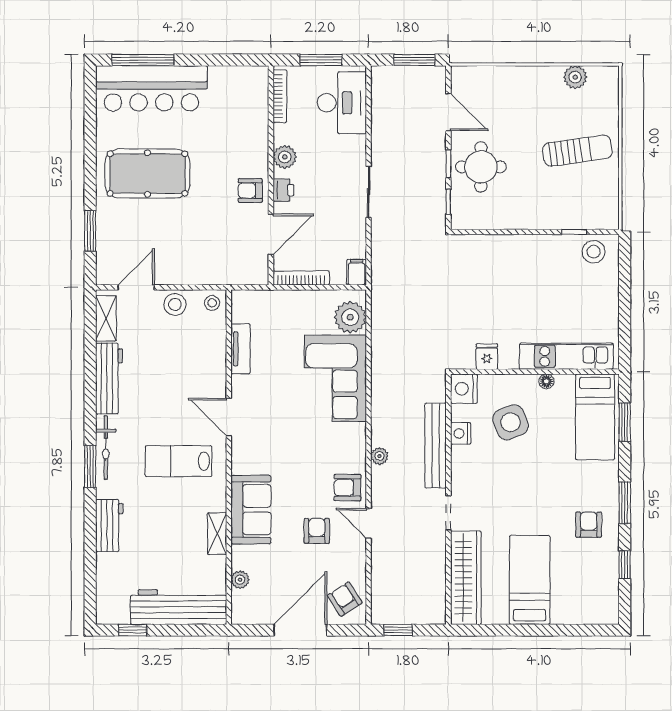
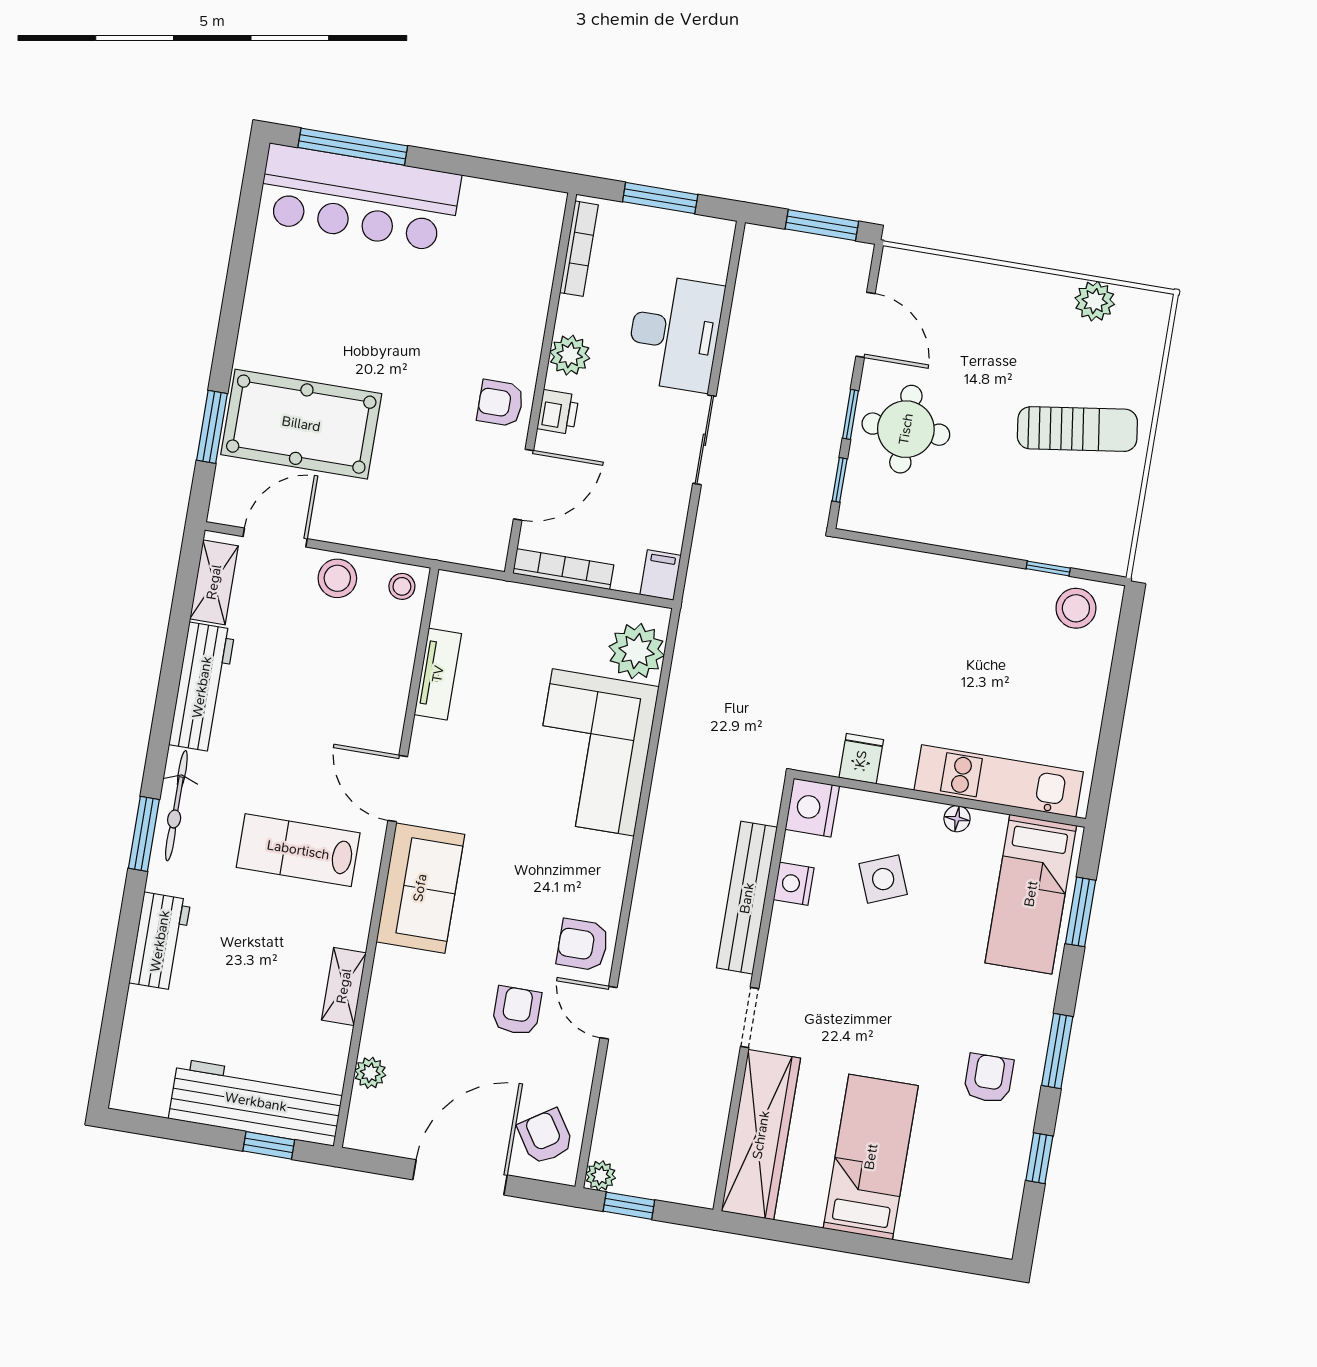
desk: (342, 103) -> (675, 333), moved
pool table: (147, 174) -> (301, 424), moved
side table: (511, 422) -> (883, 879), width x0.73, depth x0.73
plant: (379, 456) -> (601, 1176), moved
sofa: (251, 510) -> (420, 888), moved
window: (133, 630) -> (269, 1145), moved

